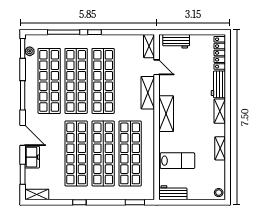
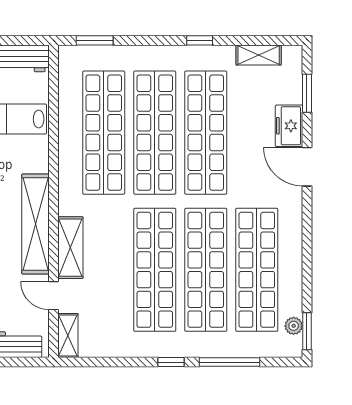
window: (23, 95) -> (307, 243), removed
shelving: (166, 114) -> (36, 224), width x1.47
shelving: (37, 195) -> (259, 55), moved

